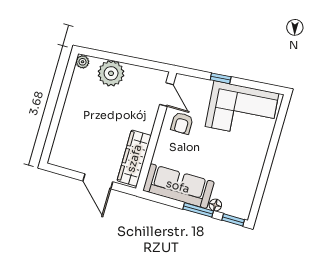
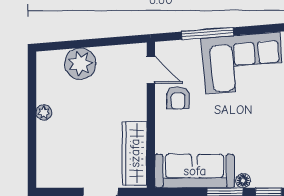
plant: (83, 62) -> (44, 113), moved
window: (221, 78) -> (208, 34), width x2.17

